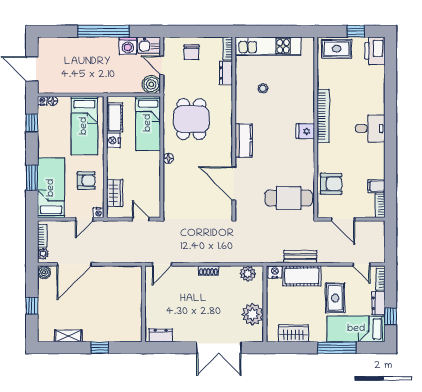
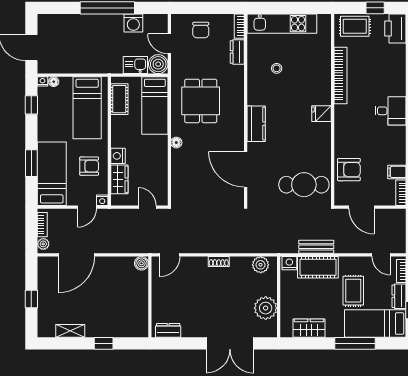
kitchen sink: (149, 45) -> (135, 65), moved, turned 180
bookcase: (323, 116) -> (341, 75), moved
nightstand: (113, 140) -> (118, 156), moved
boiler: (44, 272) -> (141, 263), moved

